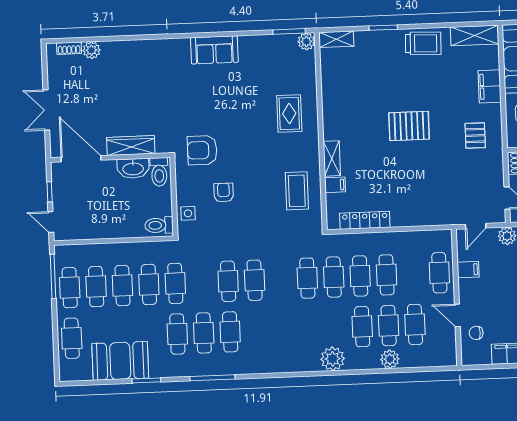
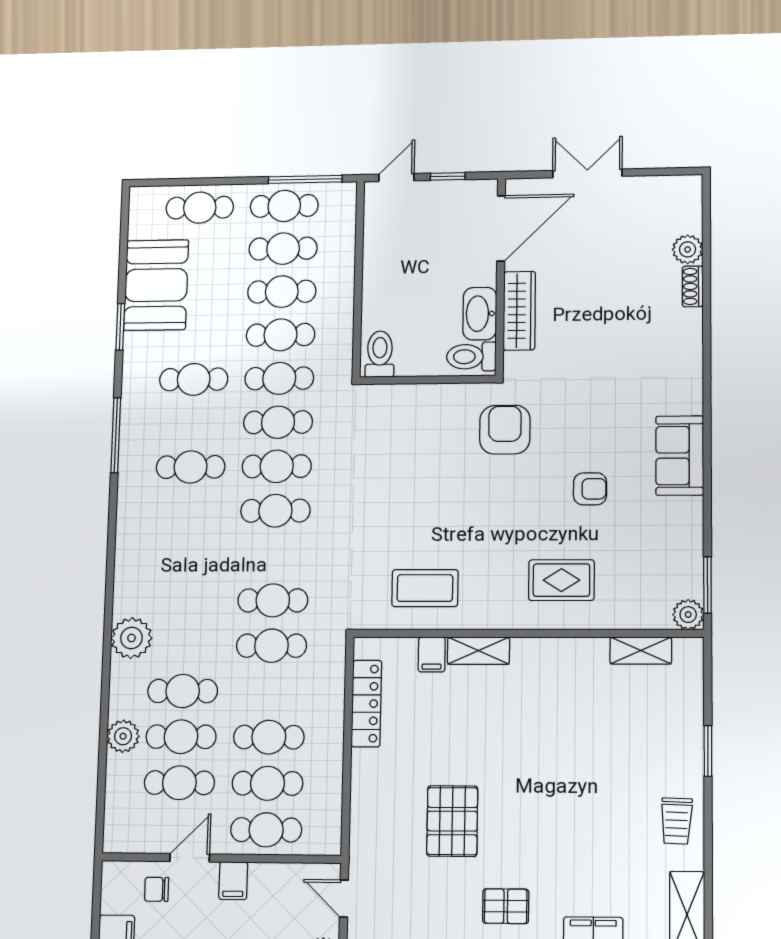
shelving: (336, 39) -> (641, 650), moved, turned 90
trolley: (423, 43) -> (677, 821), width x0.73, depth x0.72
shoe rack: (69, 48) -> (693, 286), moved
pallet: (409, 126) -> (452, 821), moved
armchair: (224, 193) -> (590, 489), moved
side table: (188, 213) -> (397, 403), removed
filing cabinet: (468, 270) -> (233, 881), moved
cafe table: (360, 276) -> (267, 783), moved
cafe table: (204, 333) -> (278, 422), moved
chair: (476, 333) -> (157, 889), turned -90

